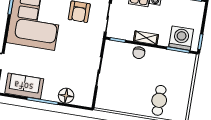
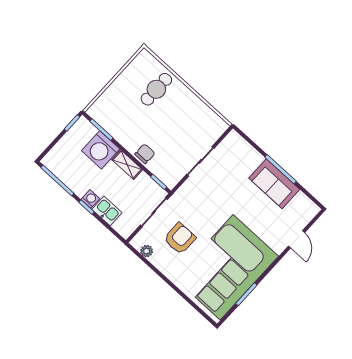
washing machine: (181, 38) -> (101, 150), moved
sofa: (24, 86) -> (274, 184), moved
floor lamp: (66, 96) -> (252, 158), removed

